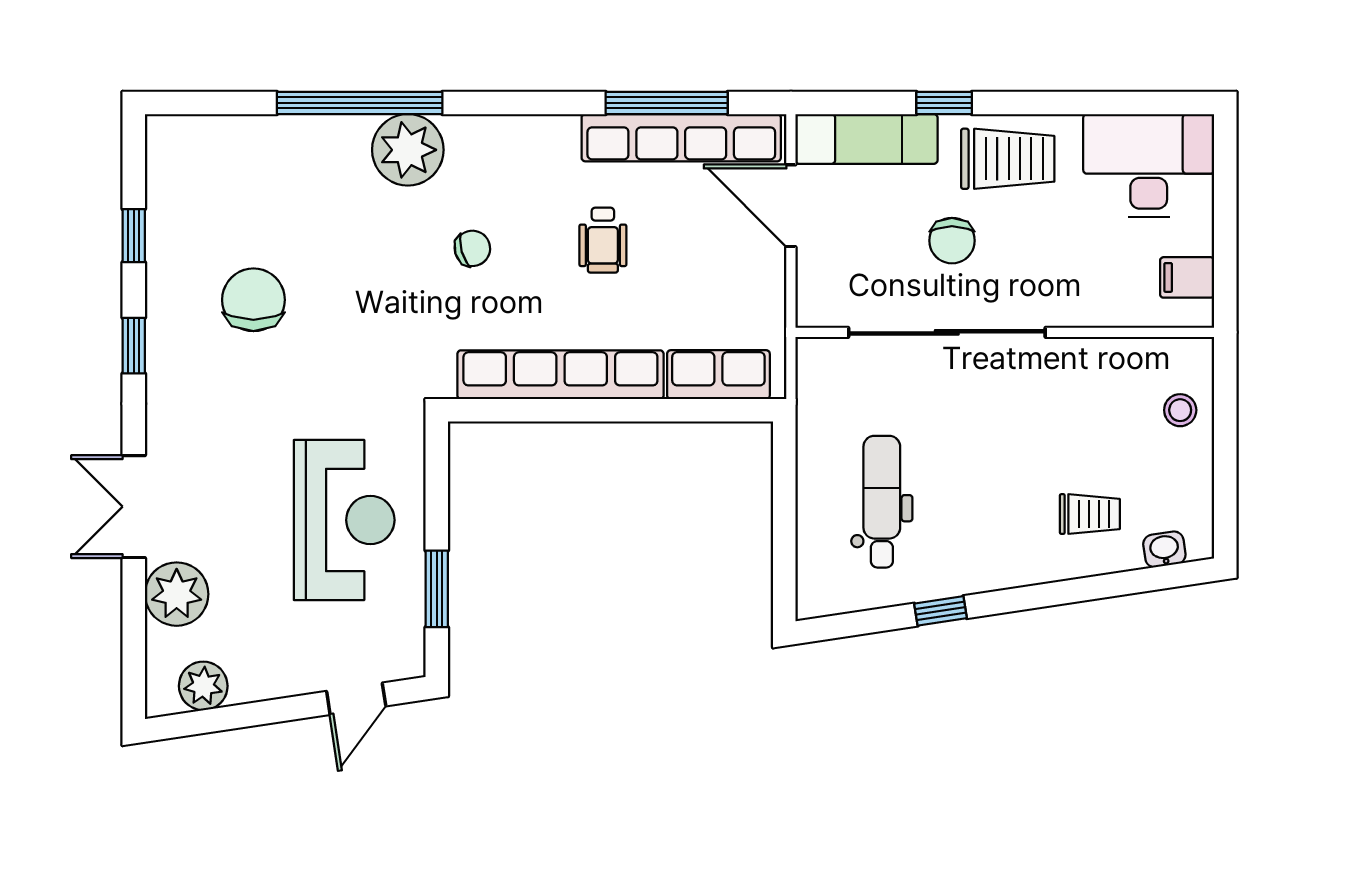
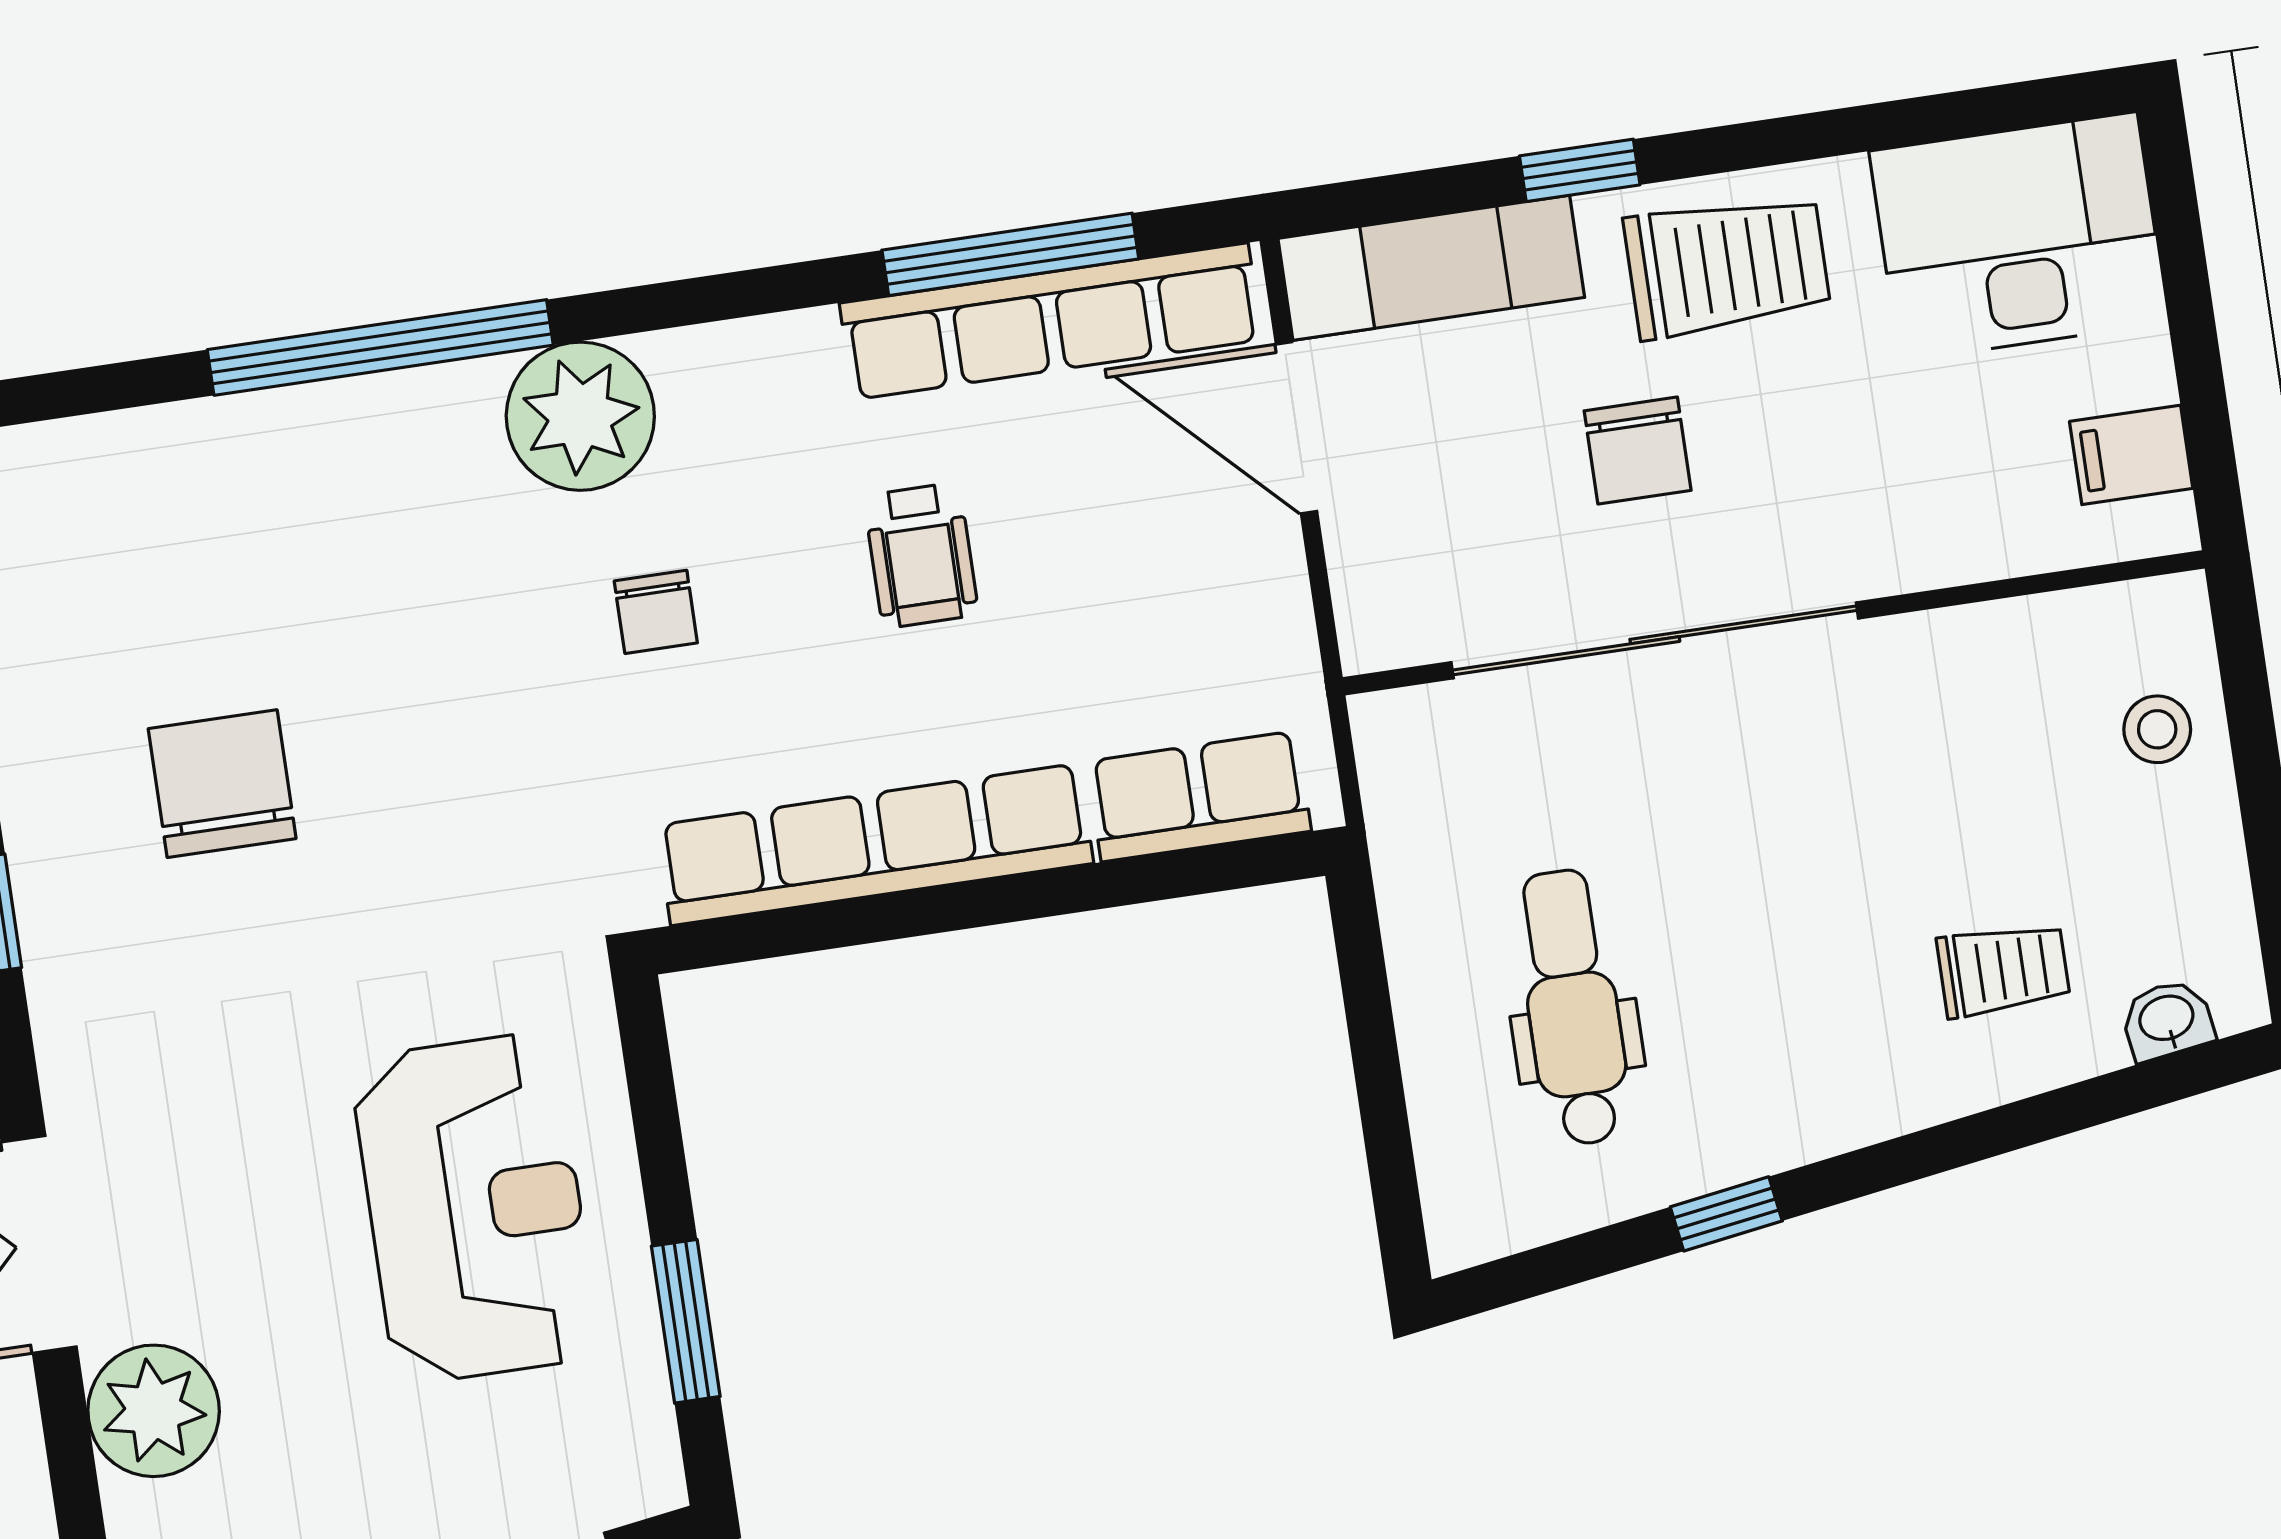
plant: (408, 150) -> (580, 416), moved
chair: (472, 248) -> (656, 612), turned 106

